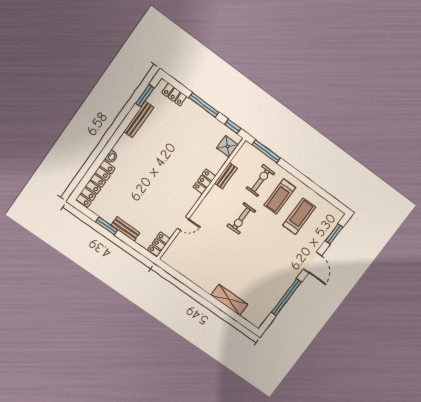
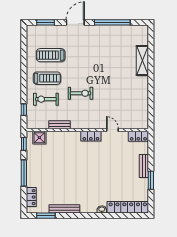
window: (266, 151) -> (24, 110), width x0.46
locker: (204, 182) -> (91, 136), moved

